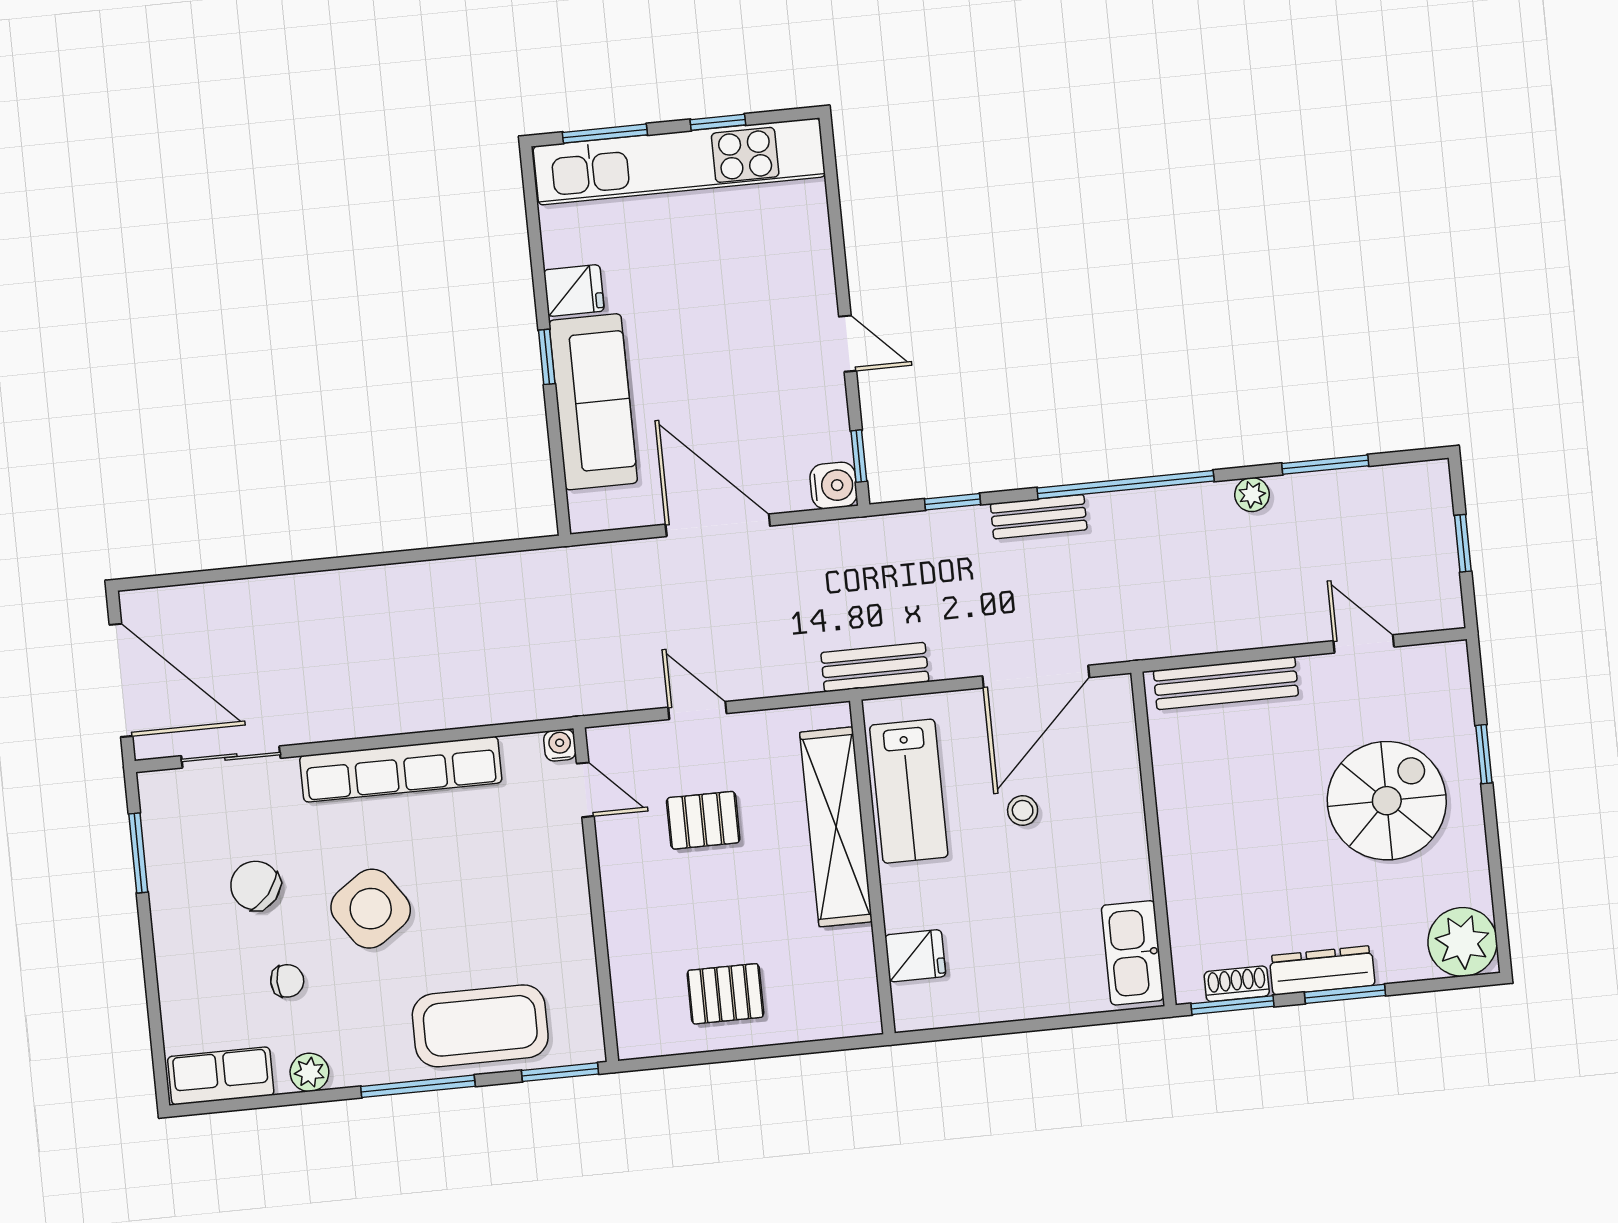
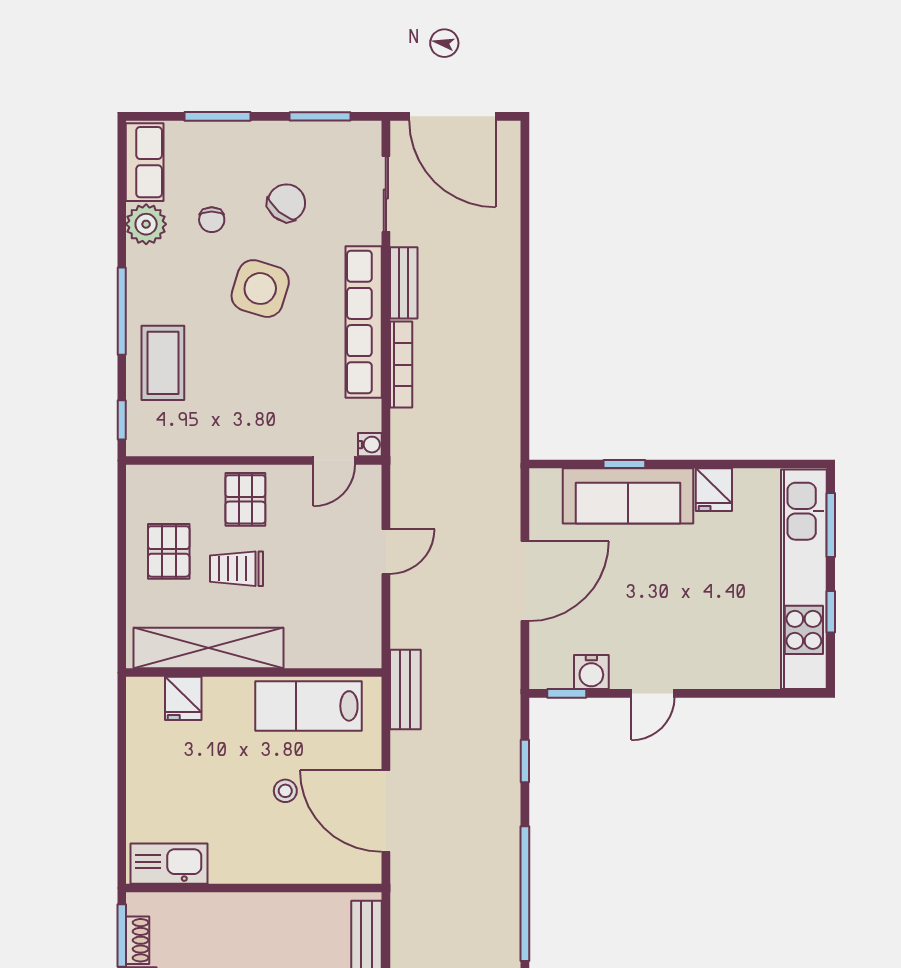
window: (547, 357) -> (624, 464), moved
water cooler: (834, 485) -> (591, 672), moved
bench: (1039, 517) -> (404, 283), moved
door: (121, 680) -> (452, 116), hinge flipped
bookcase: (451, 715) -> (401, 365), added
pallet: (703, 820) -> (245, 499), moved
shelving: (836, 827) -> (208, 648), moved
trolley: (739, 903) -> (236, 569), added
side table: (371, 909) -> (260, 289), turned -38
window: (152, 987) -> (218, 116), added
coffee table: (480, 1026) -> (163, 363), width x0.73, depth x0.76
plant: (309, 1072) -> (146, 224), width x1.38, depth x1.38
window: (560, 1072) -> (122, 420), width x0.67

